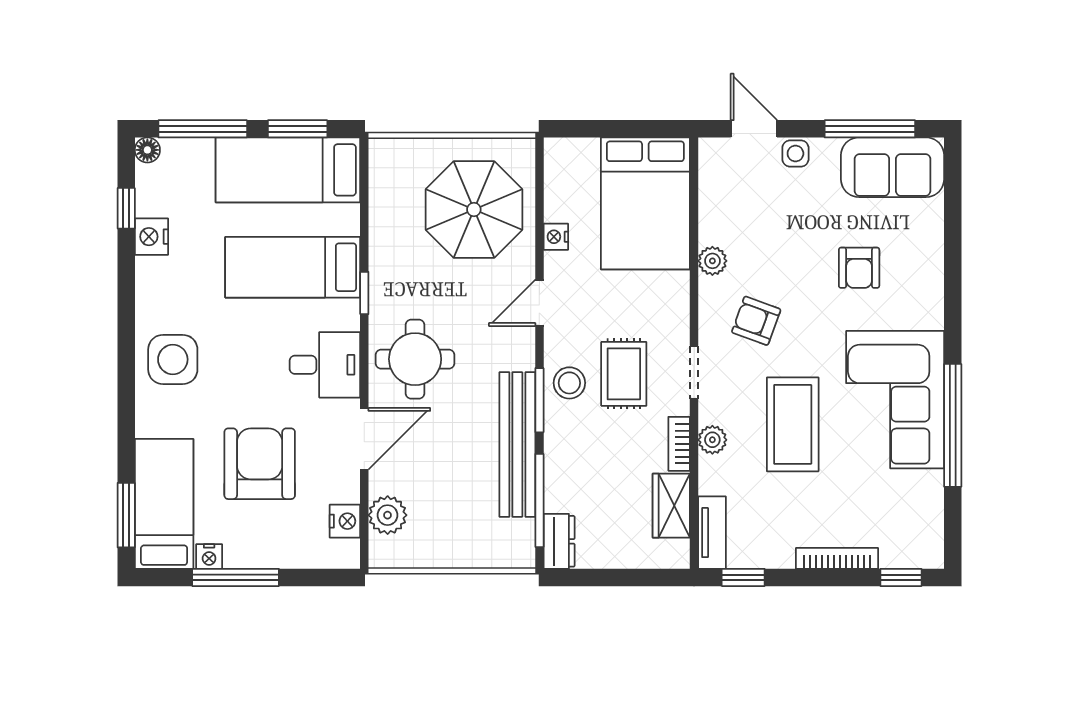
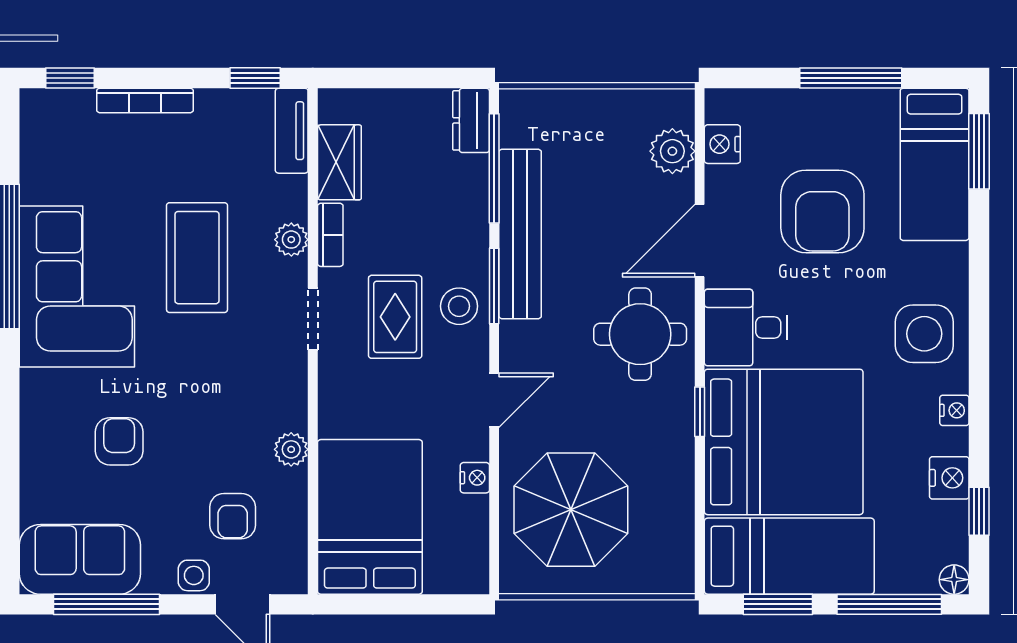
bed: (293, 267) -> (784, 442), width x2.04
armchair: (756, 321) -> (233, 516), moved, turned 70
nightstand: (209, 557) -> (954, 410), moved, turned 90

